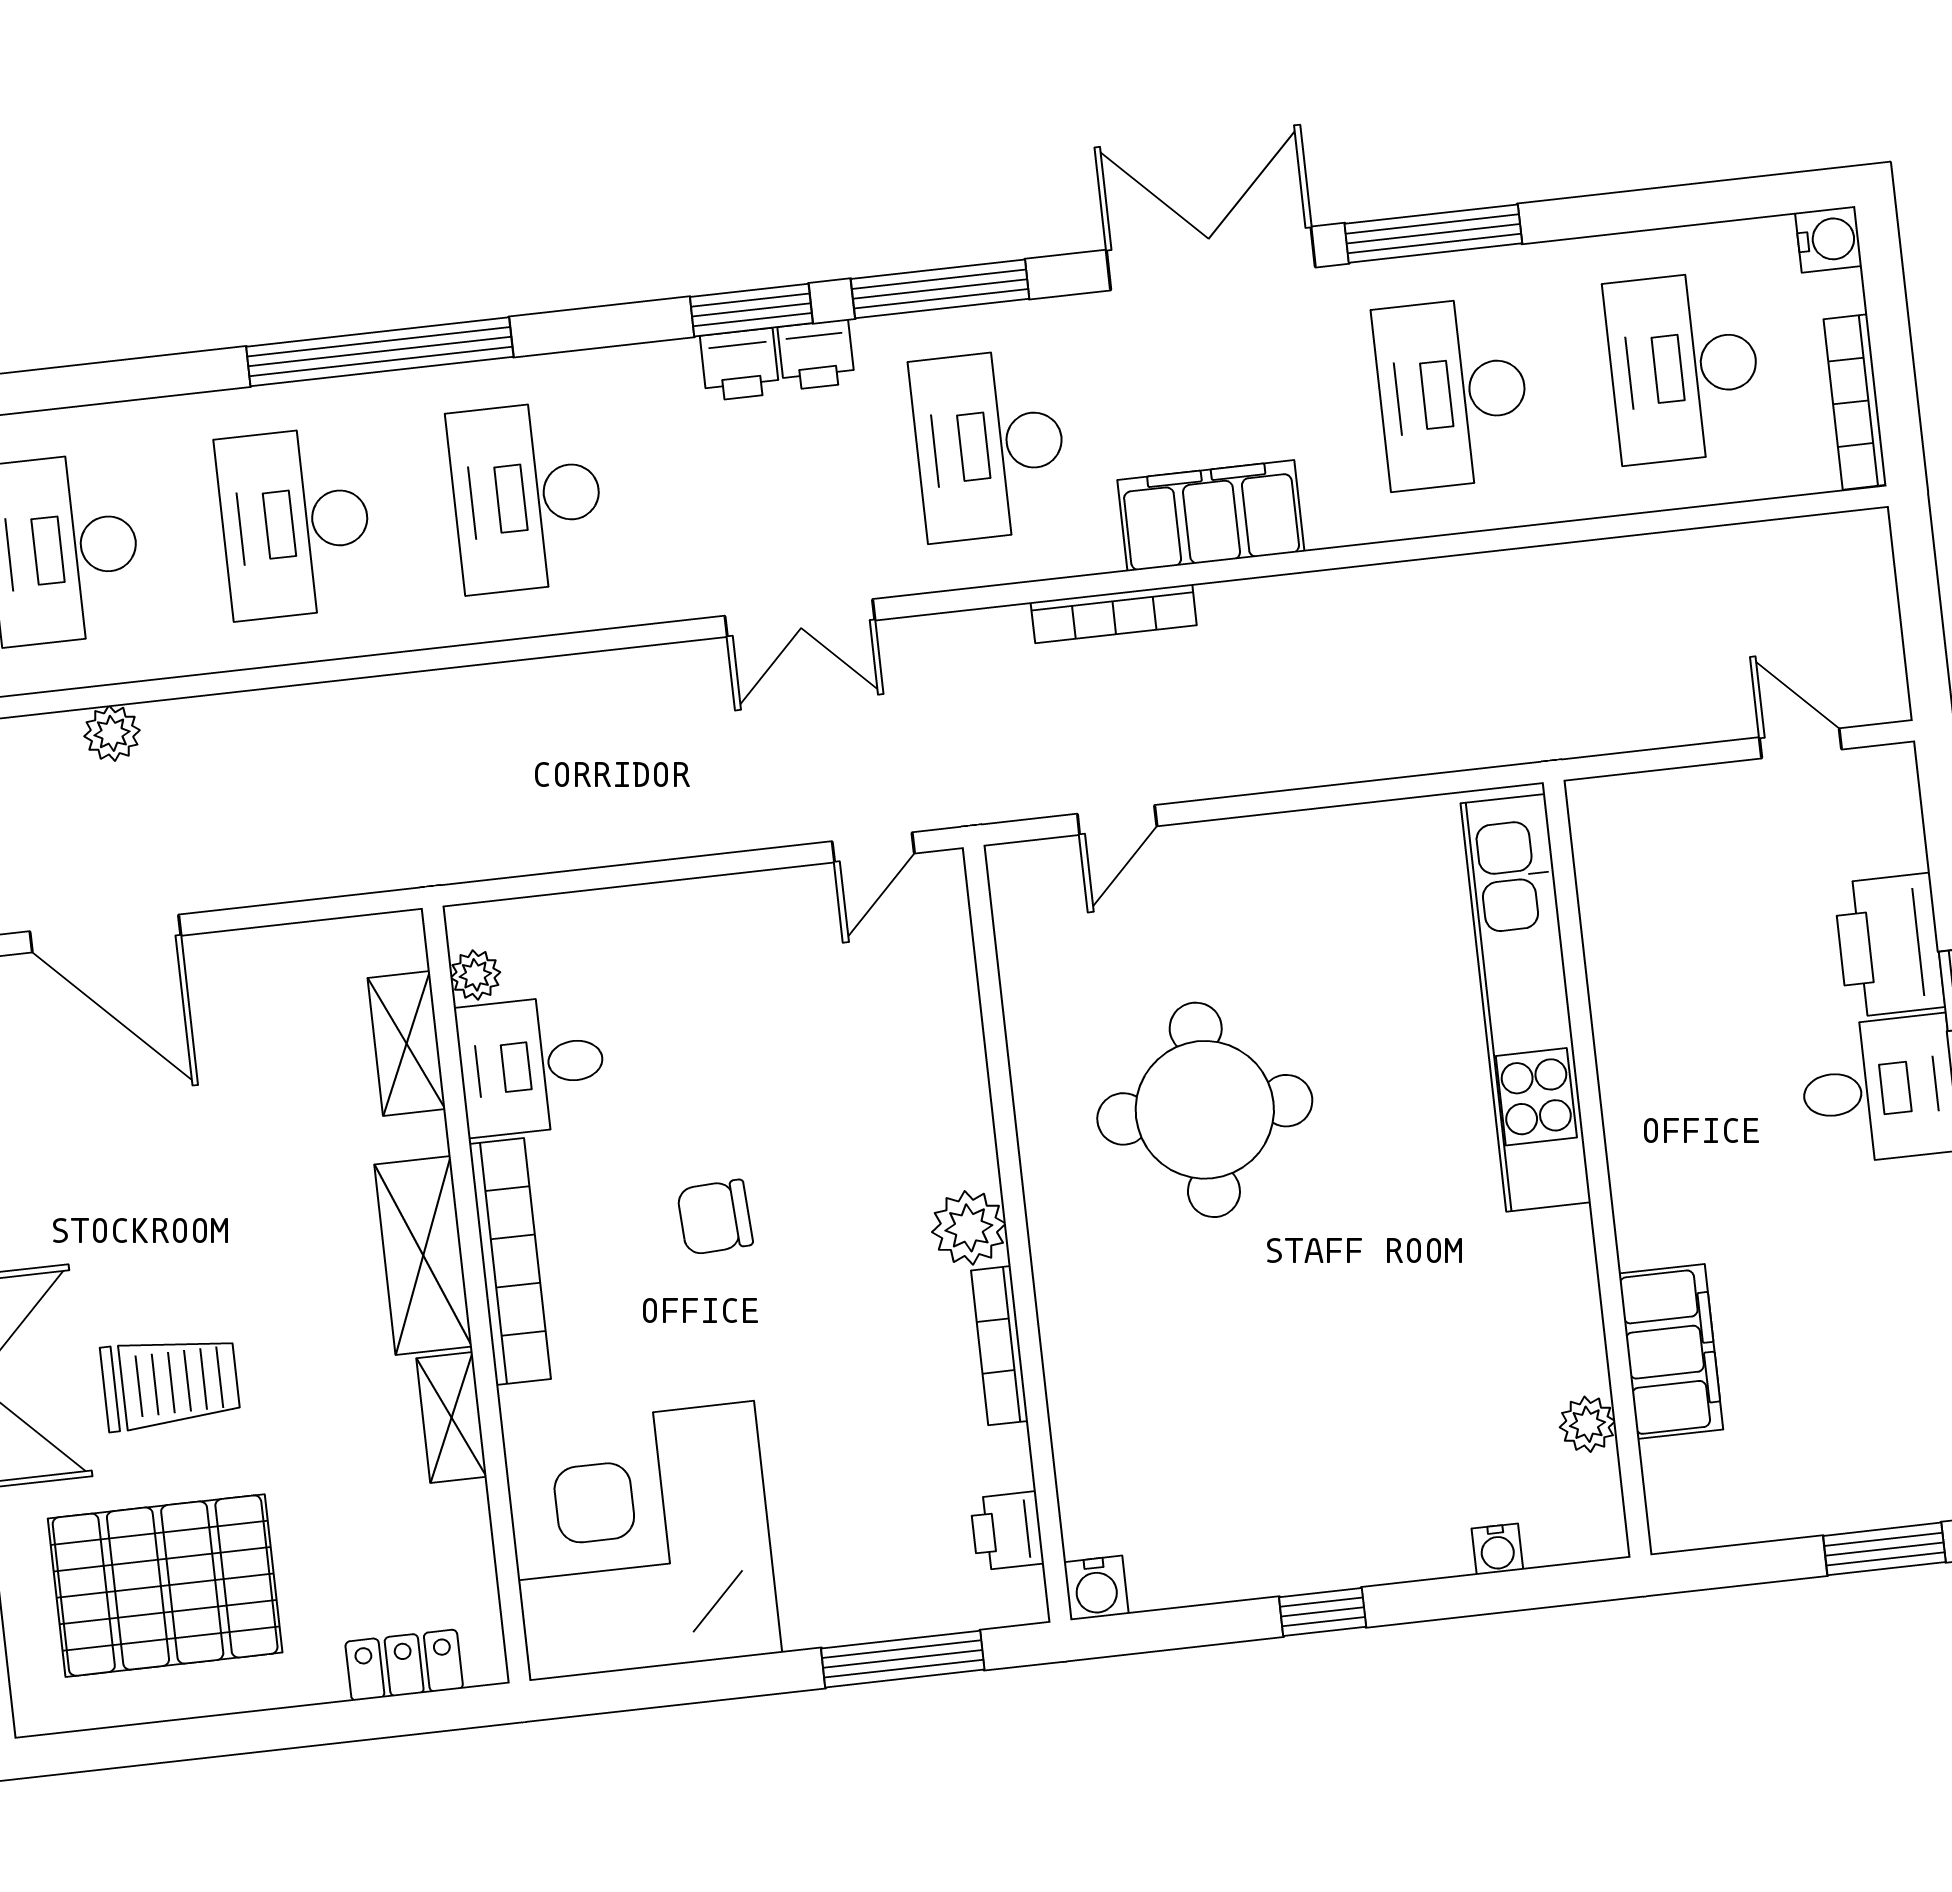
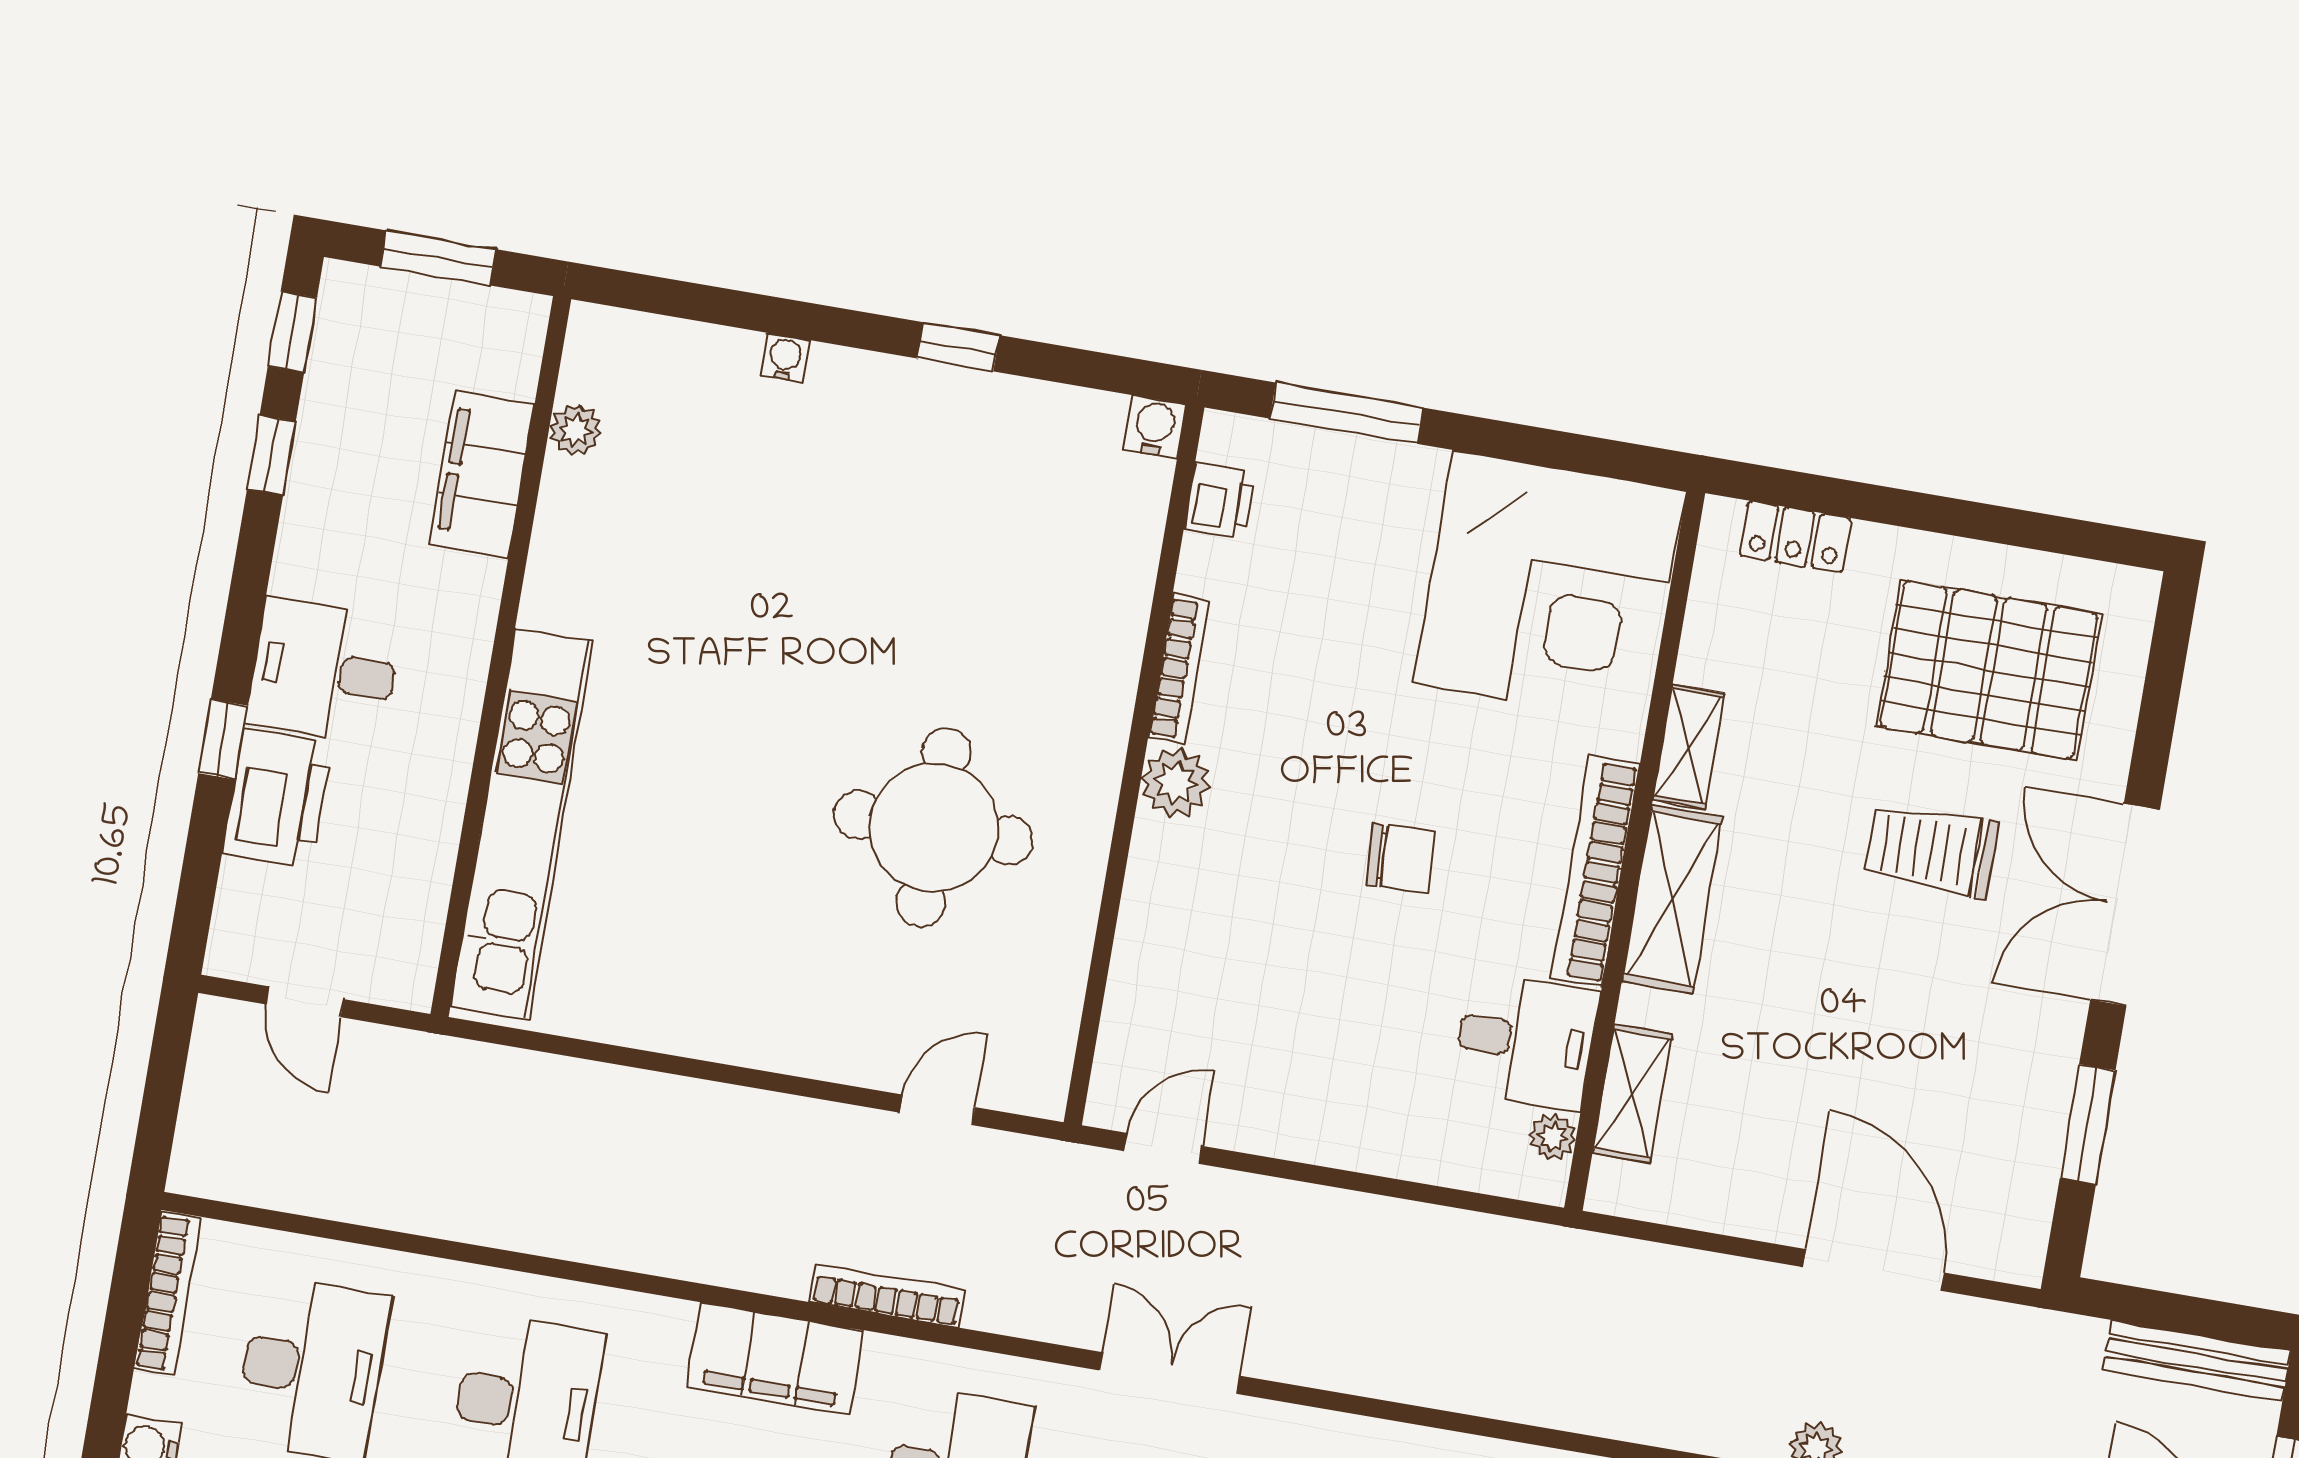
kitchen unit: (1526, 1003) -> (522, 824), moved
wall: (1597, 1169) -> (501, 657), moved
filing cabinet: (1671, 1351) -> (482, 474), moved
plant: (1588, 1424) -> (575, 430), moved

